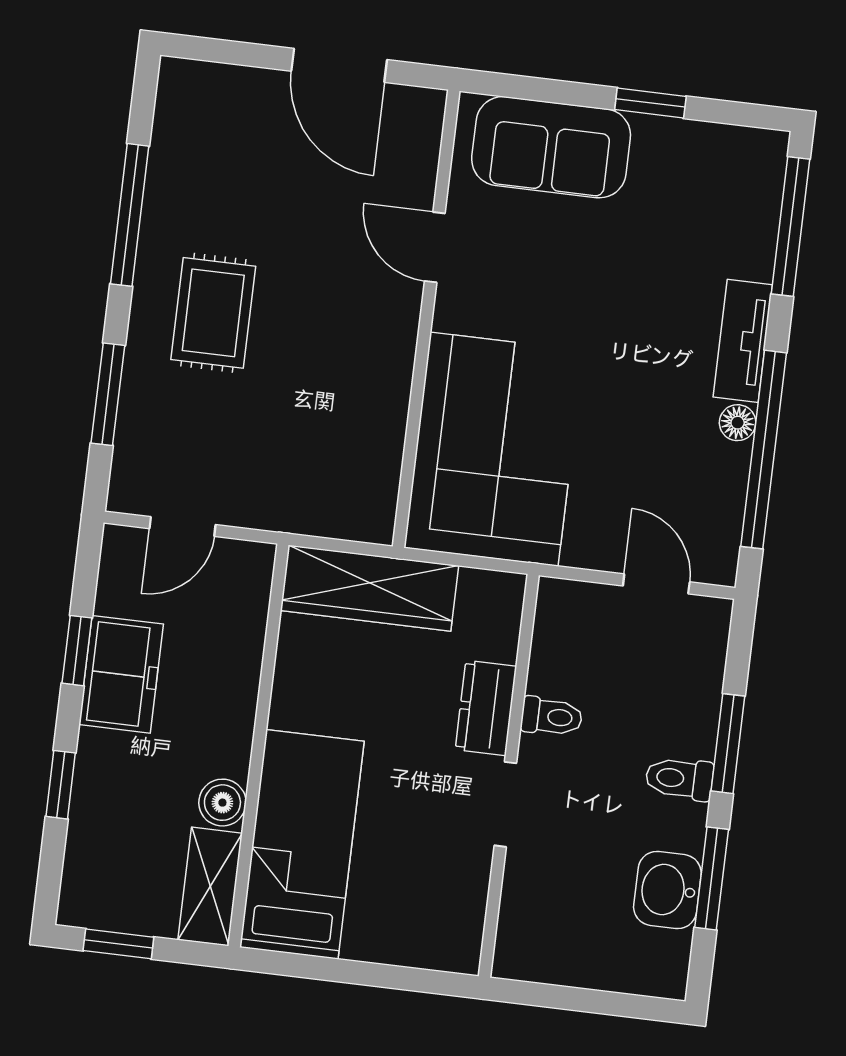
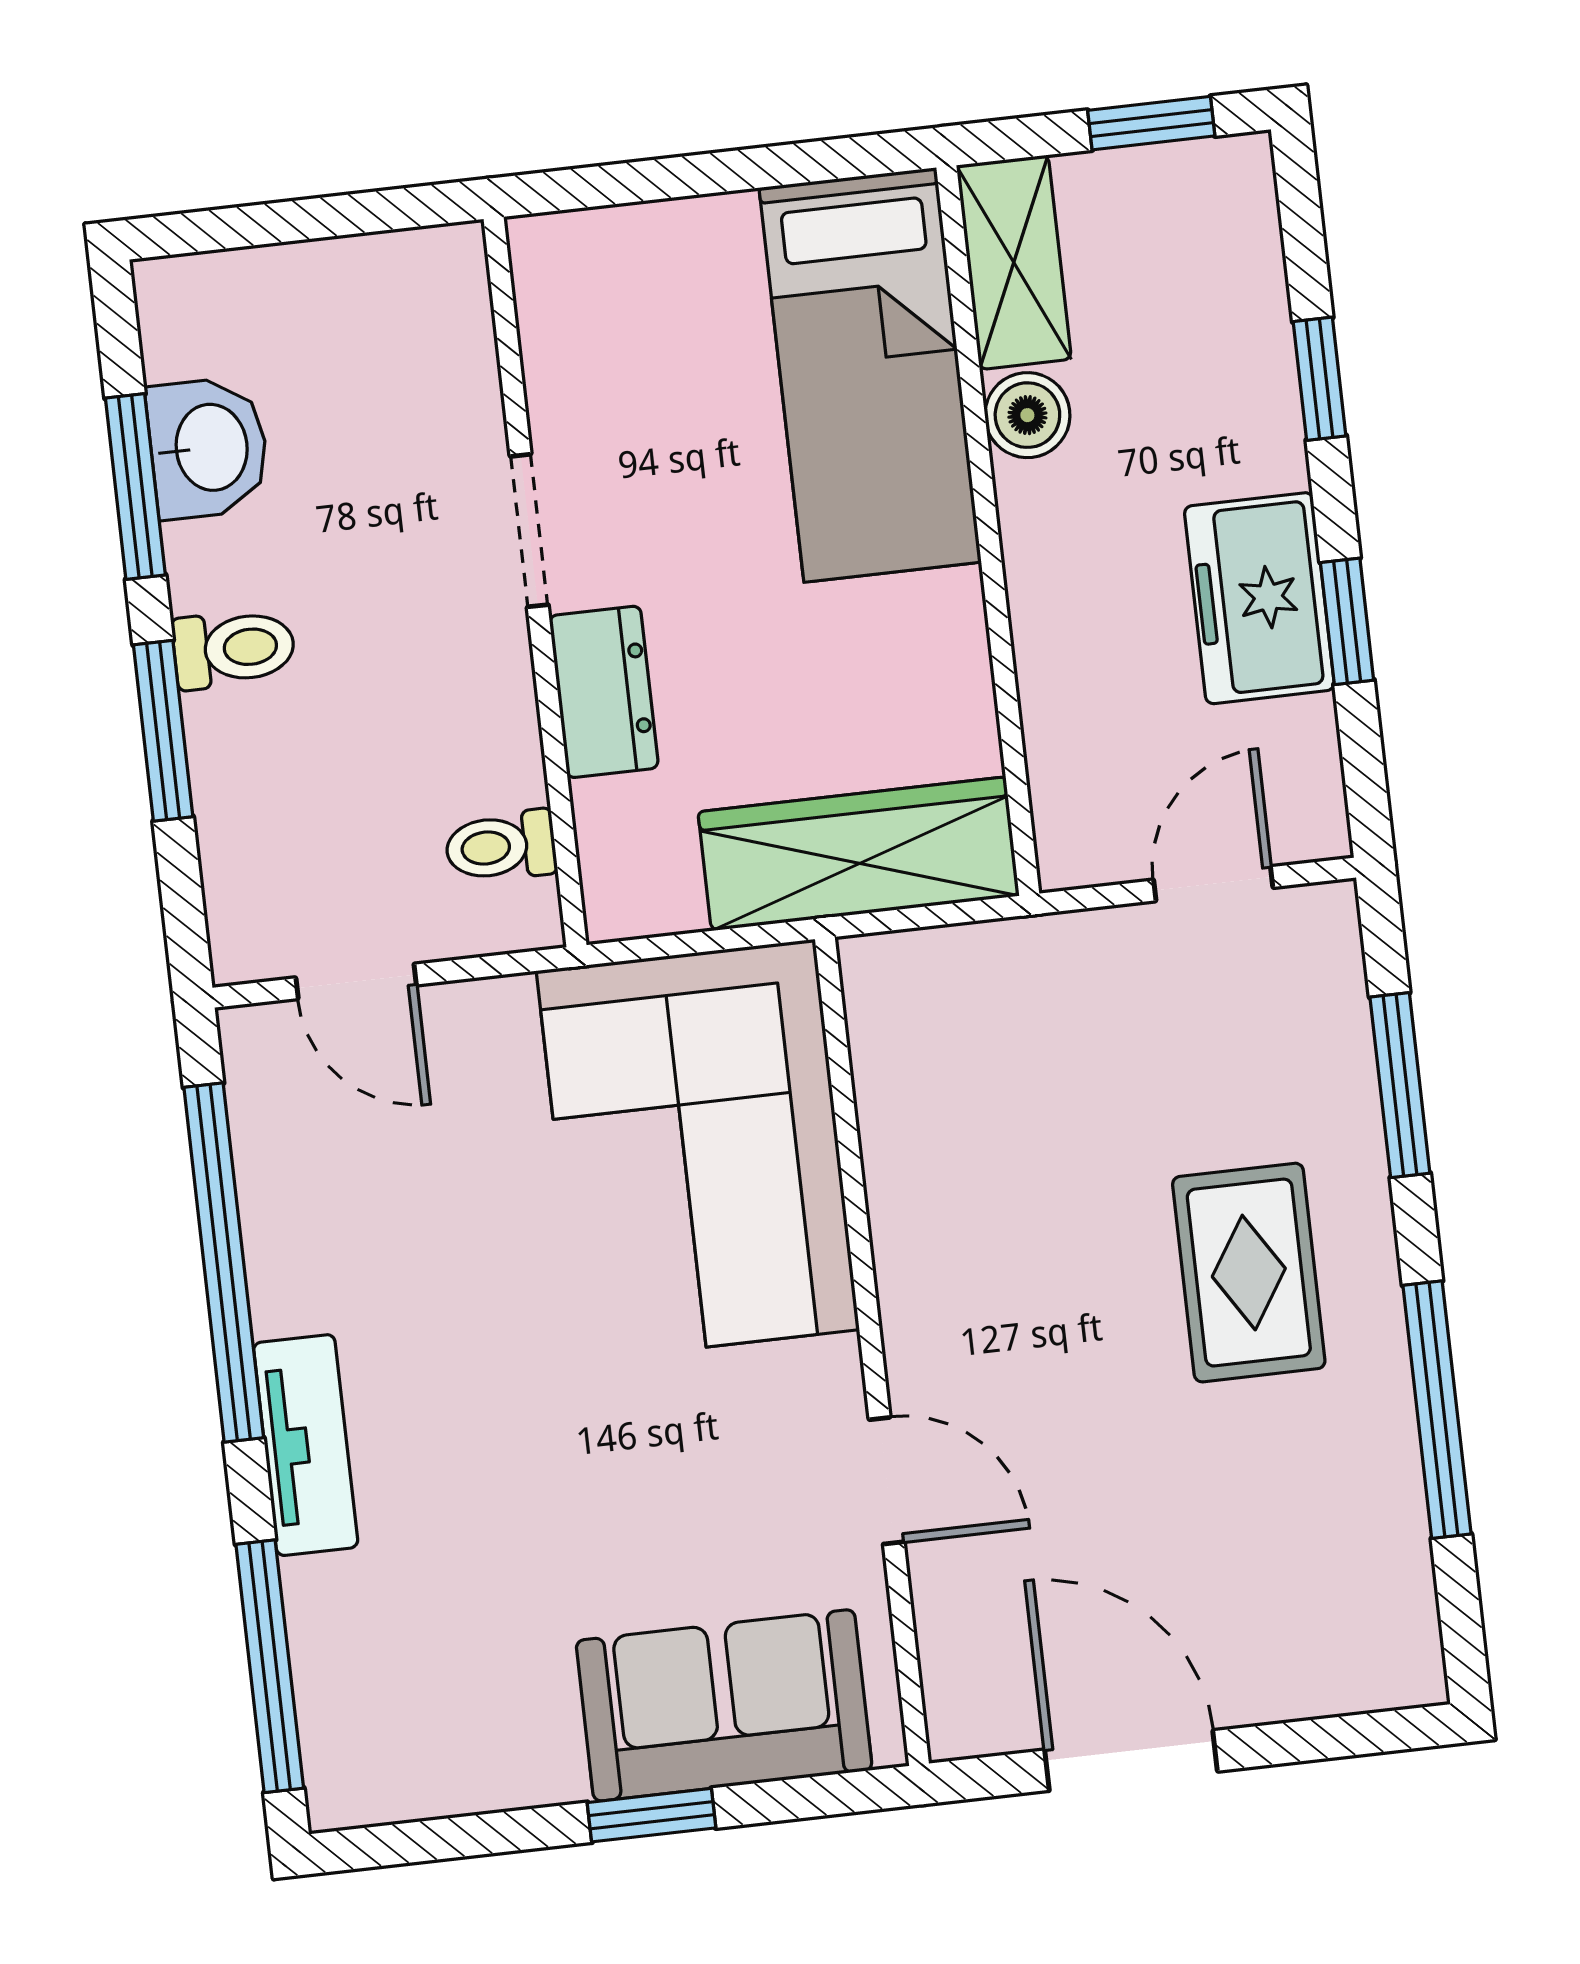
window: (650, 103) -> (652, 1815), moved
floor lamp: (738, 423) -> (281, 1299), removed
toilet: (552, 717) -> (501, 846), moved

